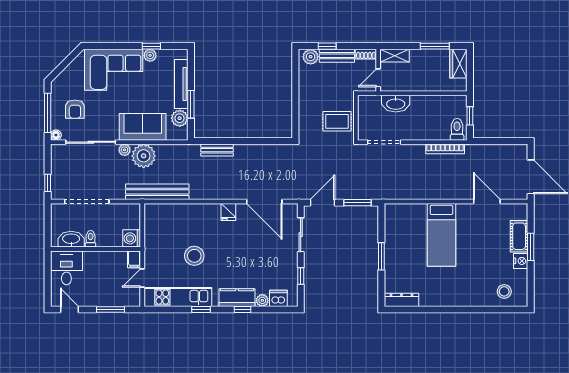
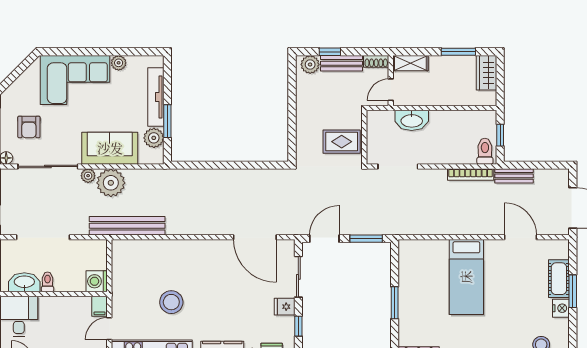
window: (151, 46) -> (120, 52), removed
bench: (217, 150) -> (514, 176), moved
fridge: (228, 212) -> (285, 307), moved, turned 90

